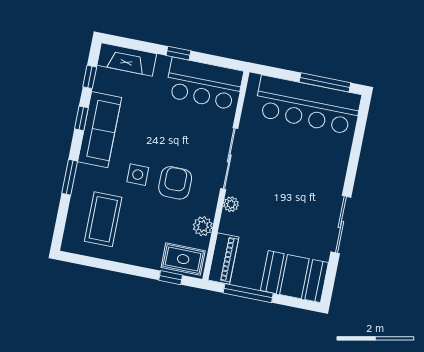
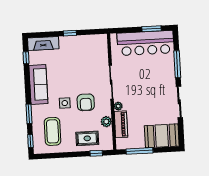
window: (325, 82) -> (151, 29), width x0.69
bar counter: (204, 84) -> (88, 46), removed
window: (81, 118) -> (30, 141), moved
window: (354, 157) -> (177, 64), added
armchair: (175, 183) -> (86, 102), turned 180
rug: (183, 259) -> (87, 138), moved
piano: (223, 259) -> (121, 124), moved

